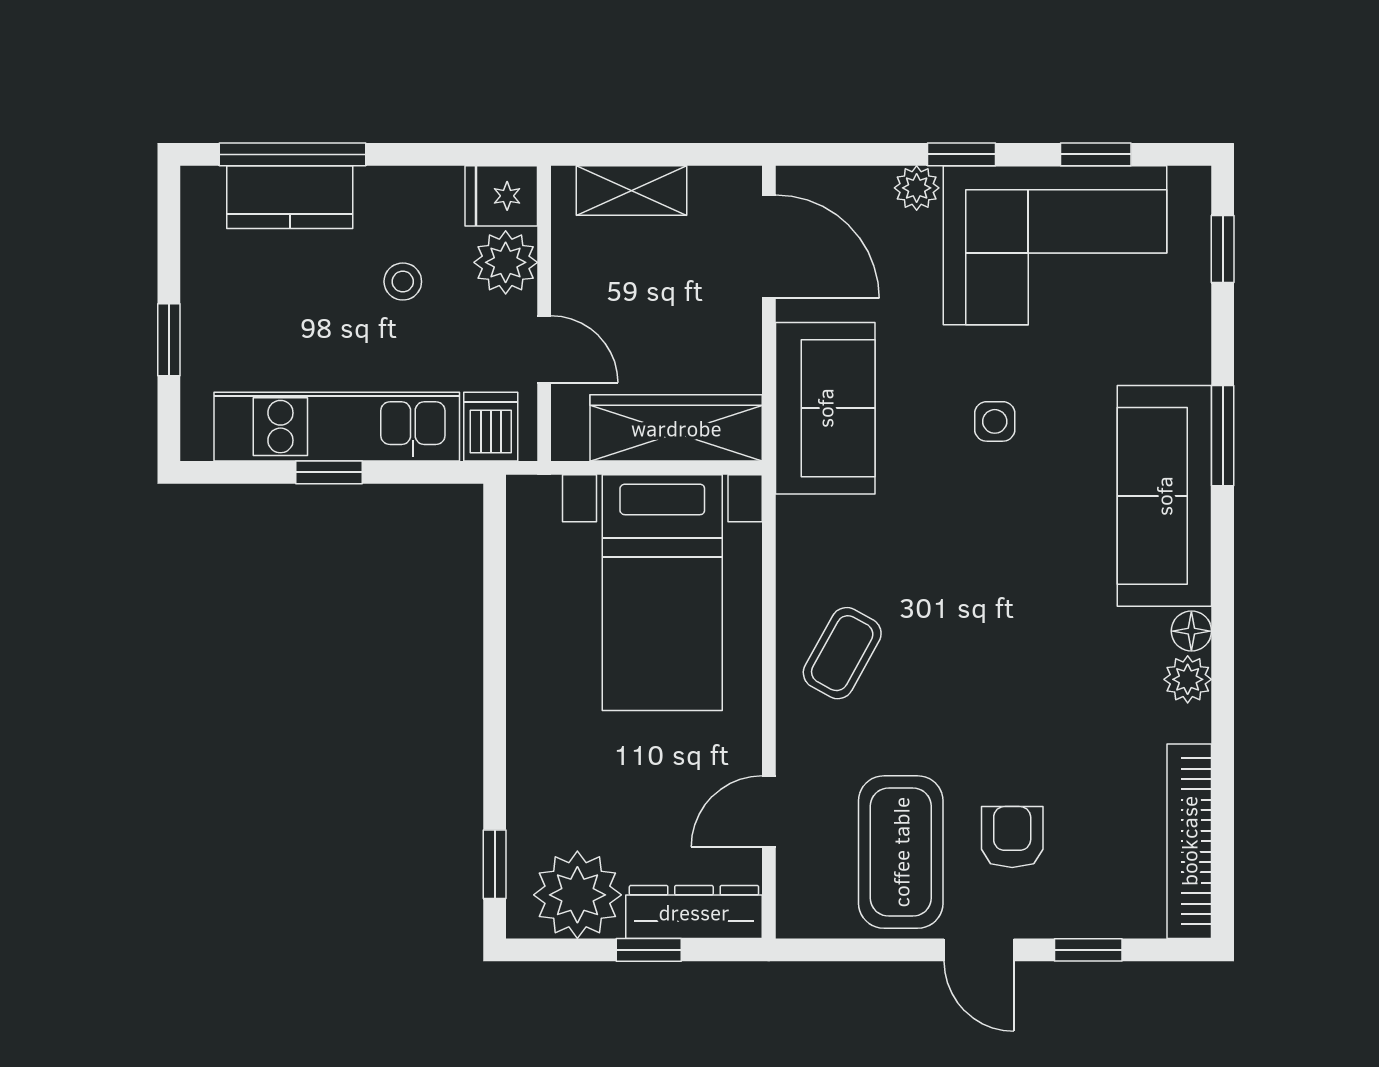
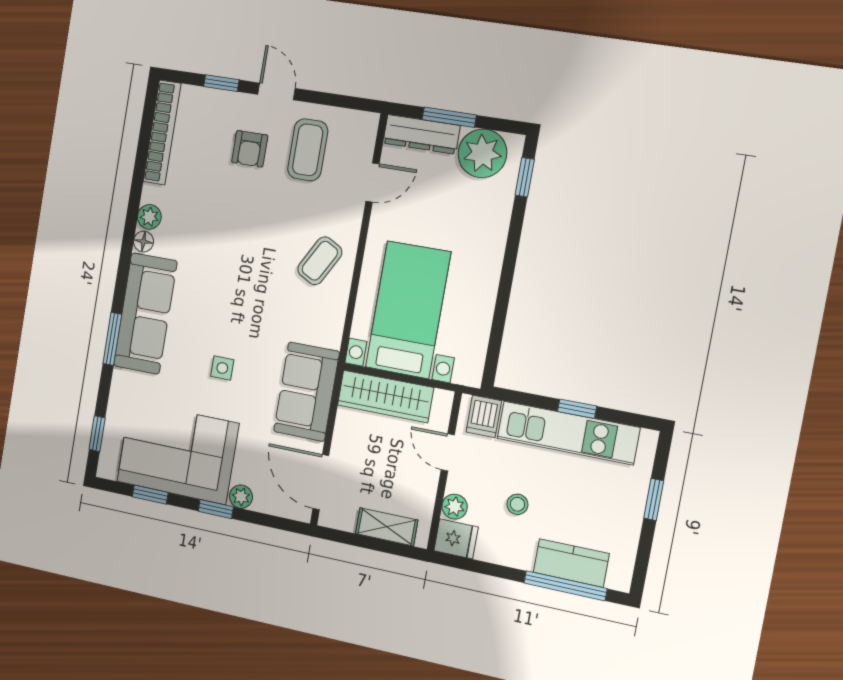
plant: (506, 262) -> (455, 507), width x0.73, depth x0.73
coffee table: (901, 852) -> (308, 150), width x0.73, depth x0.76
window: (649, 950) -> (449, 117), width x1.50

